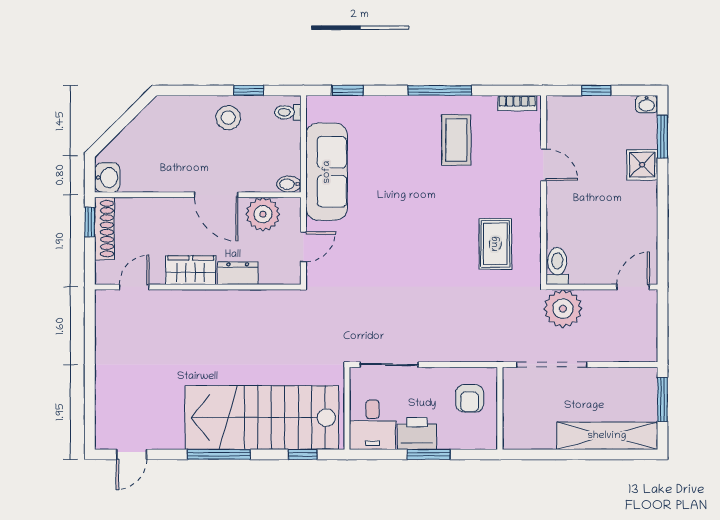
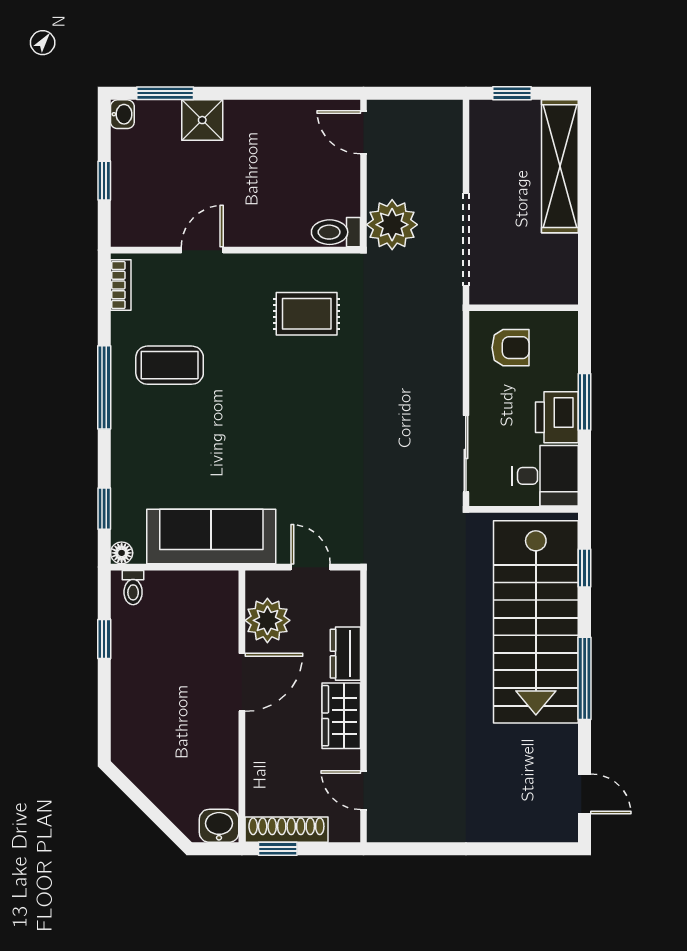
floor lamp: (314, 104) -> (122, 553), added
stool: (228, 118) -> (140, 666), removed
bidet: (289, 184) -> (228, 586), removed
window: (662, 400) -> (512, 93), width x0.67

